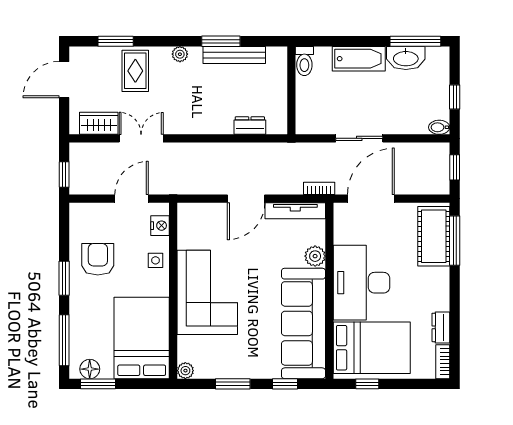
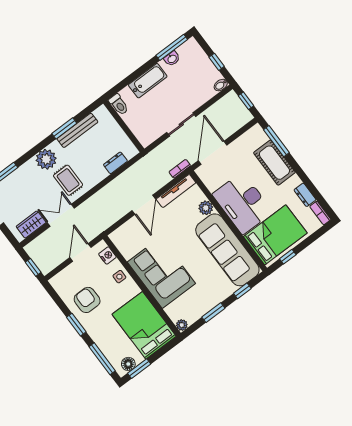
plant: (180, 54) -> (46, 159), width x1.87, depth x1.87
washbasin: (406, 58) -> (172, 59), width x0.52, depth x0.69
rug: (135, 71) -> (68, 180), moved
cot: (434, 236) -> (274, 163), moved

